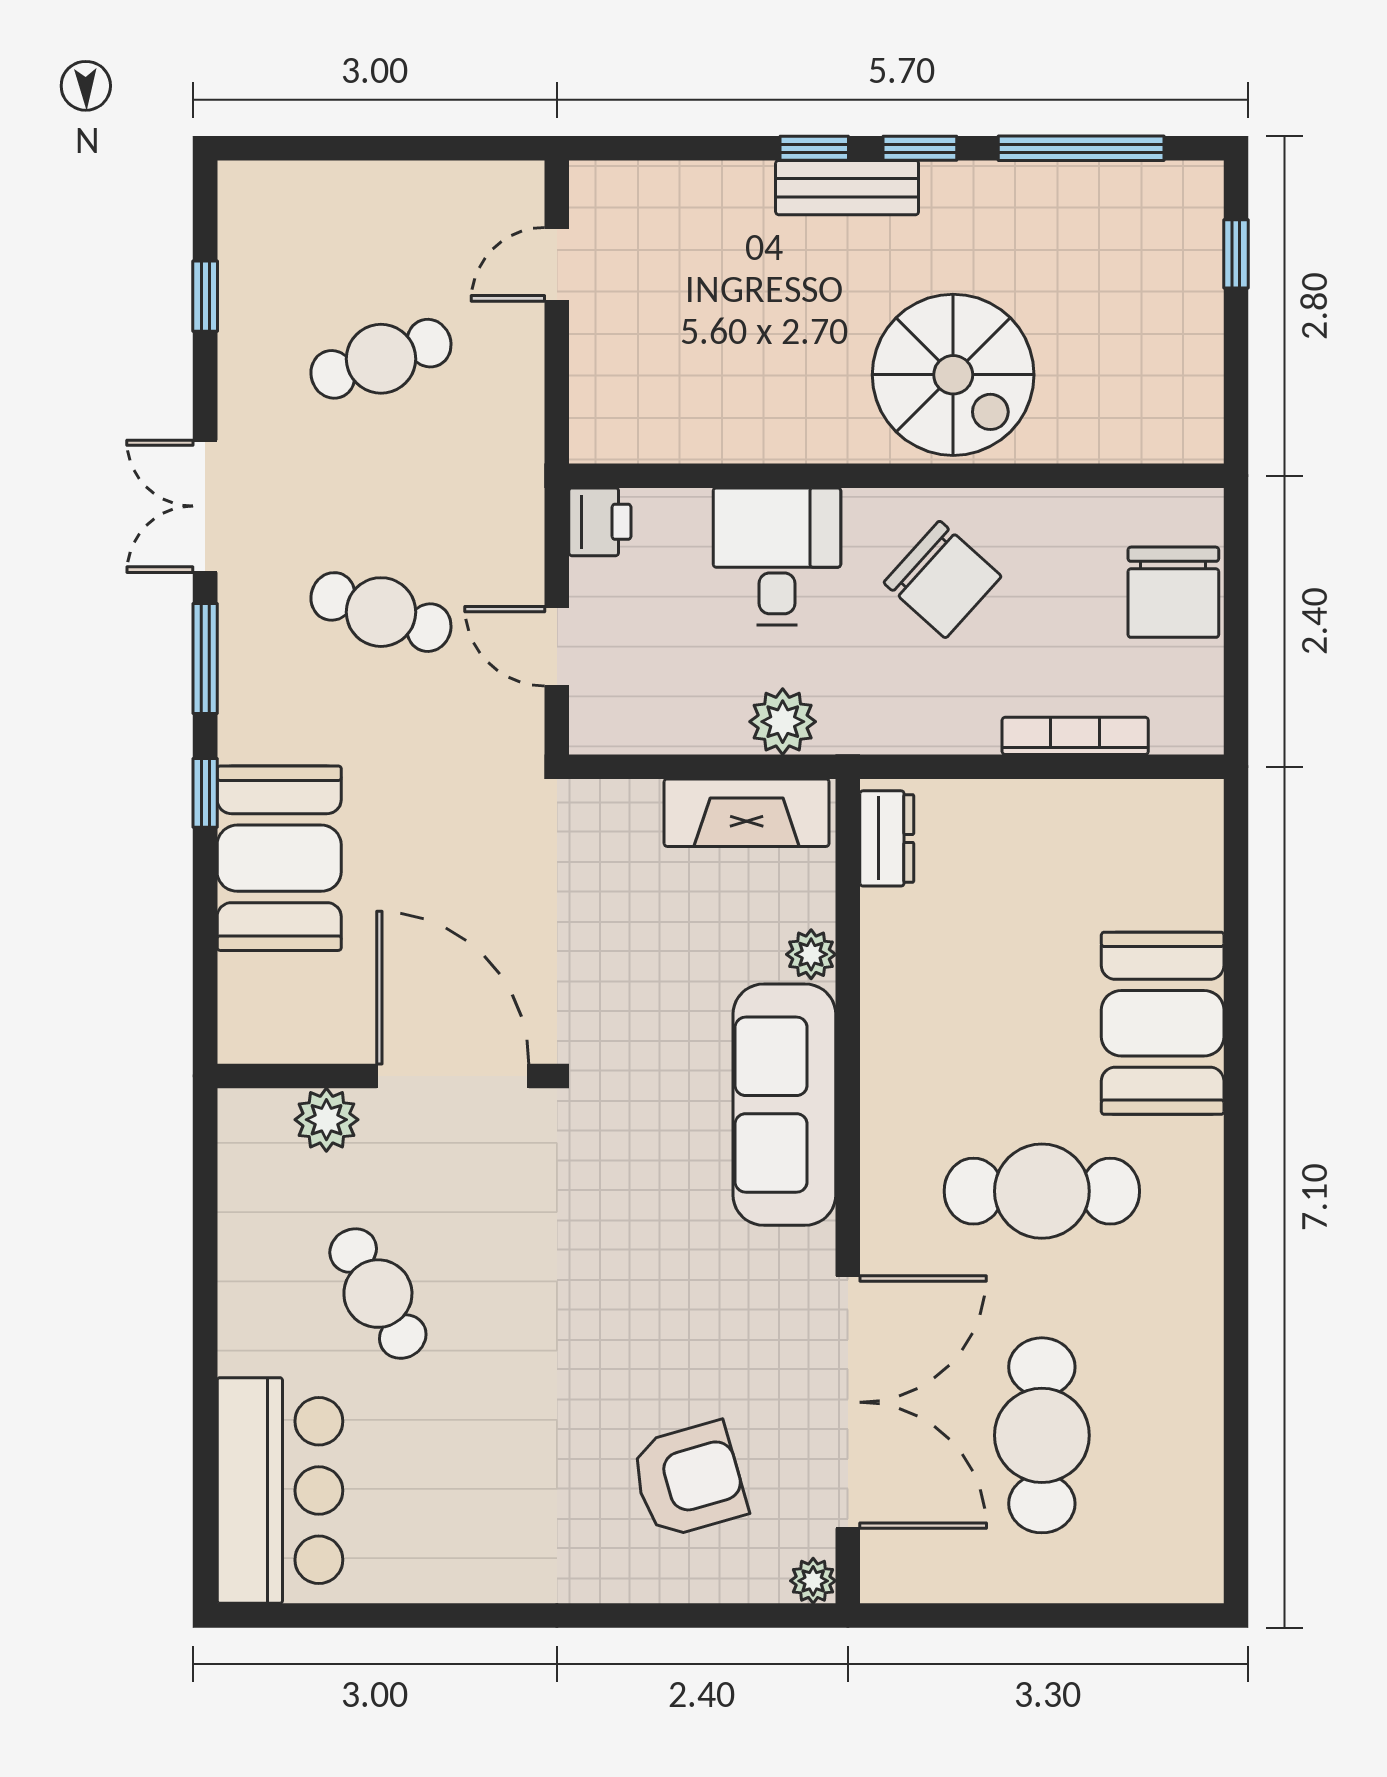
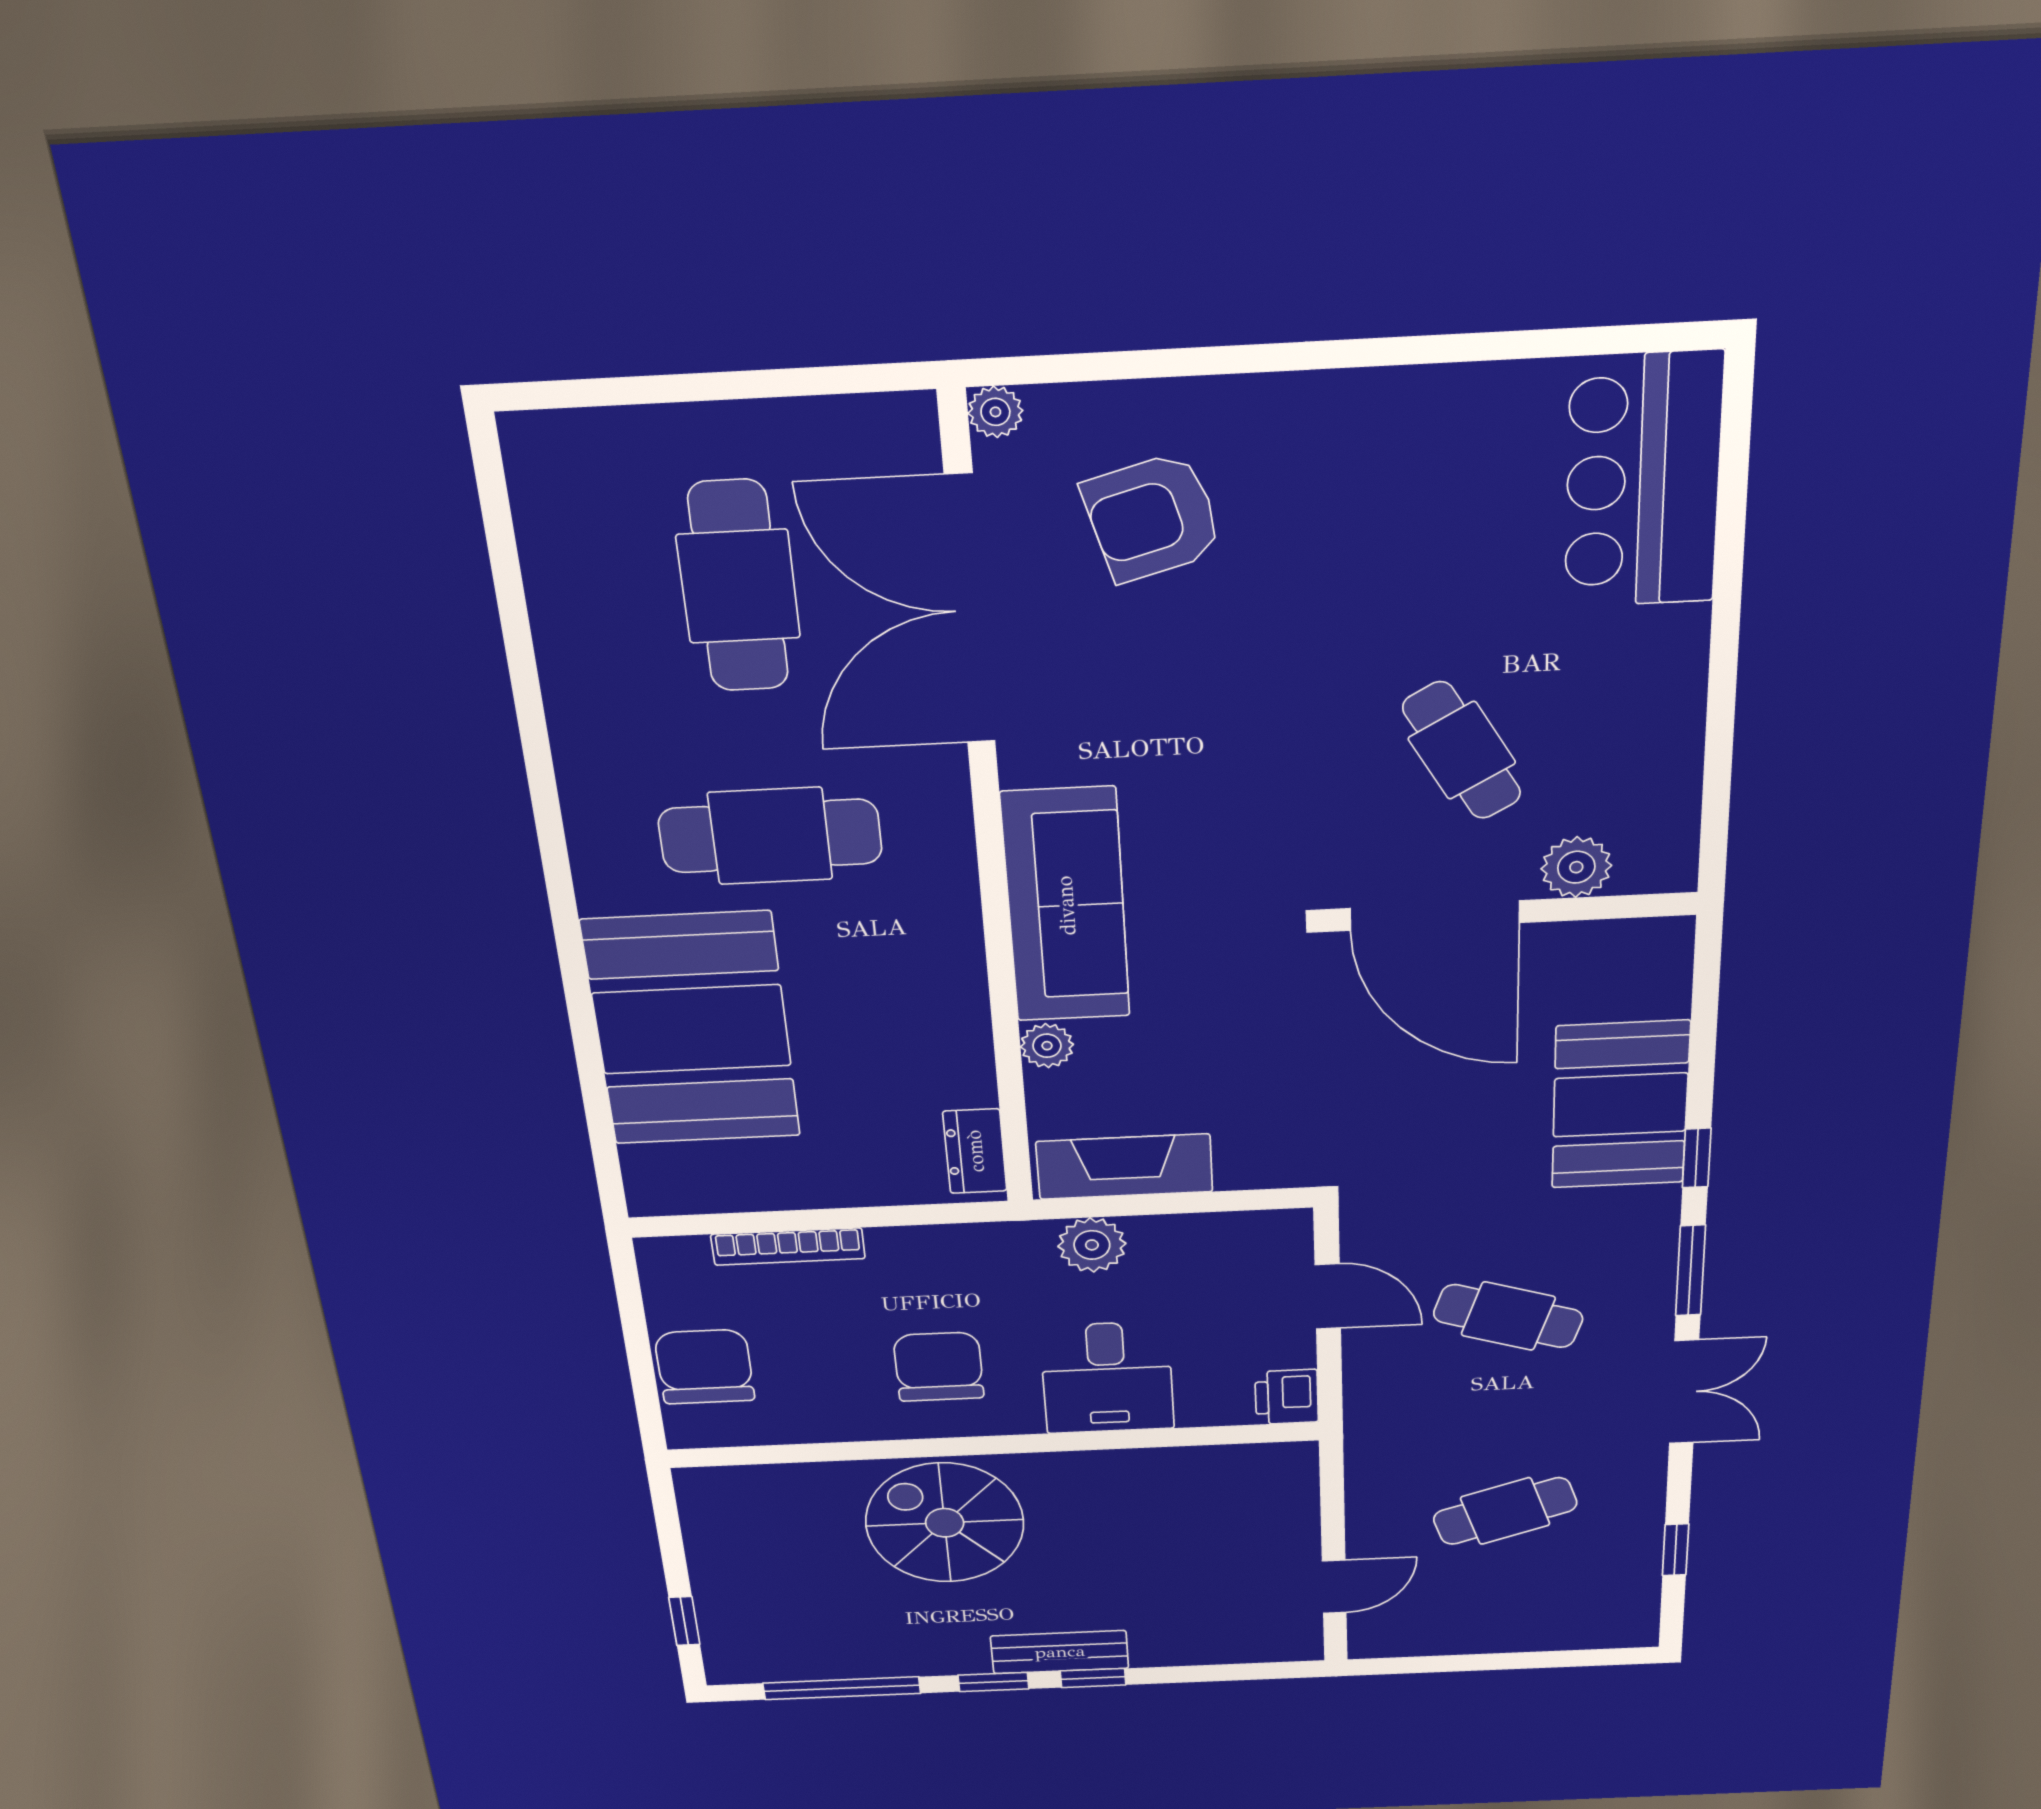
chair: (943, 579) -> (939, 1367), turned 48
booth: (1163, 1023) -> (692, 1029), width x1.36, depth x1.42
cafe table: (378, 1294) -> (1462, 750), moved

